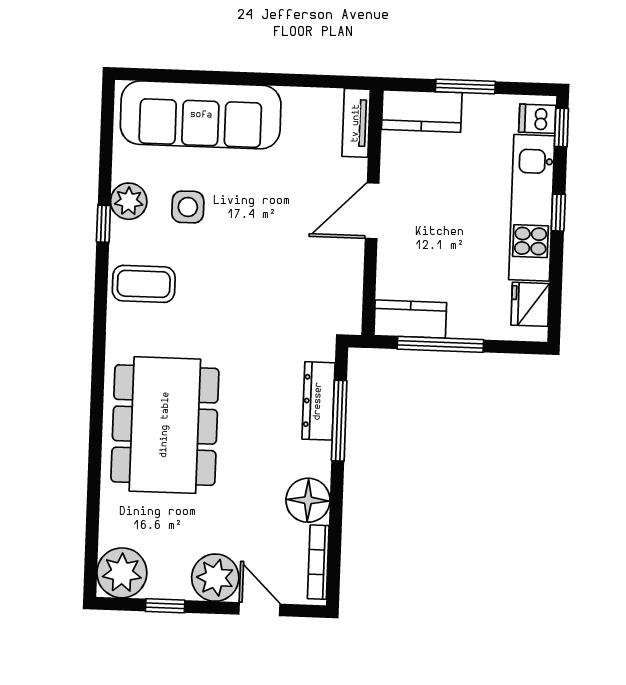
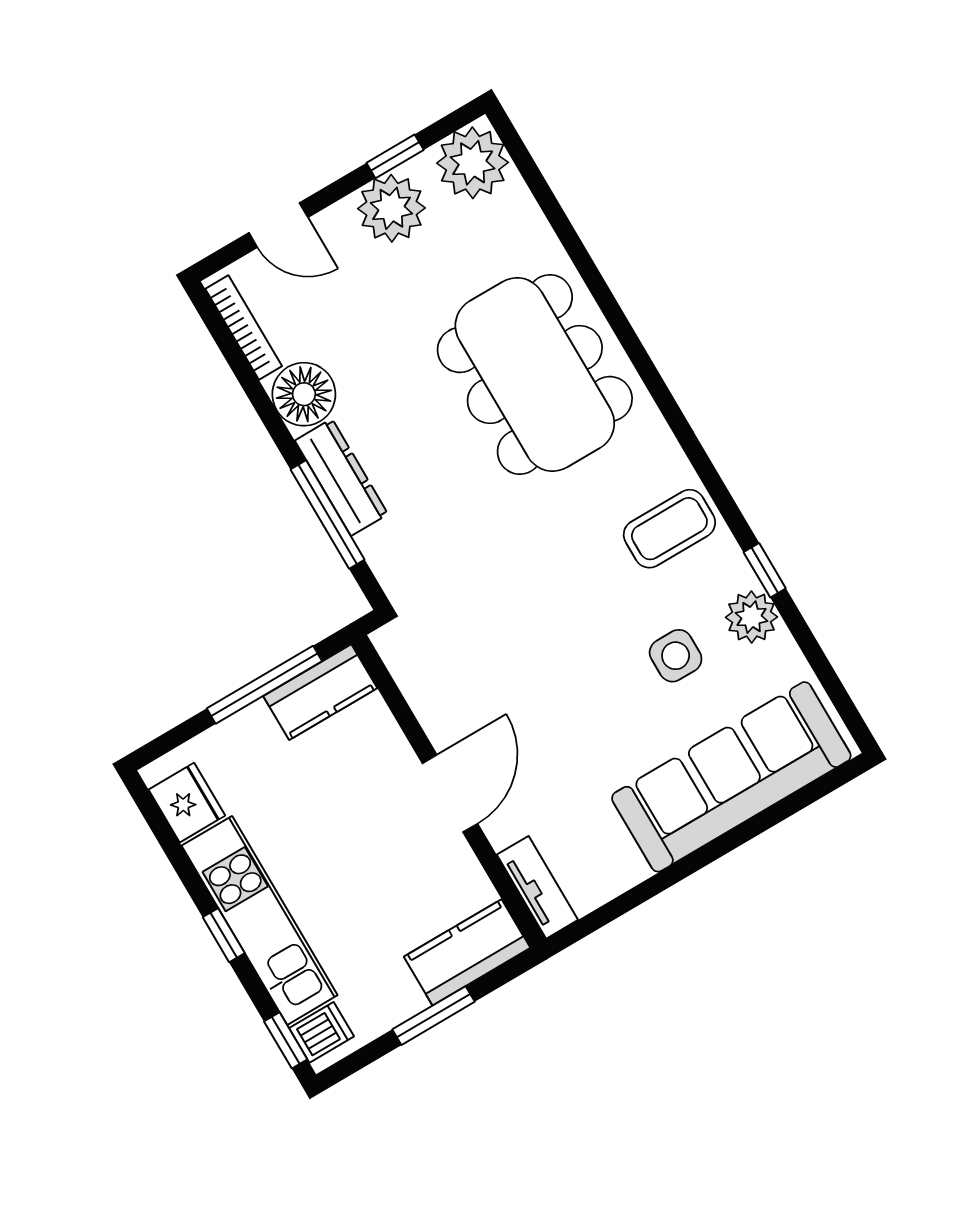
dresser: (318, 401) -> (341, 477), moved
plant: (215, 578) -> (391, 208), moved

